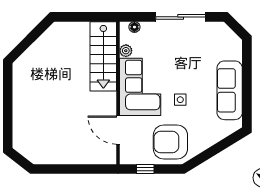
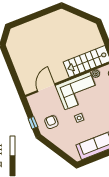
armchair: (170, 142) -> (51, 122), width x0.53, depth x0.53
window: (145, 169) -> (33, 123), moved

